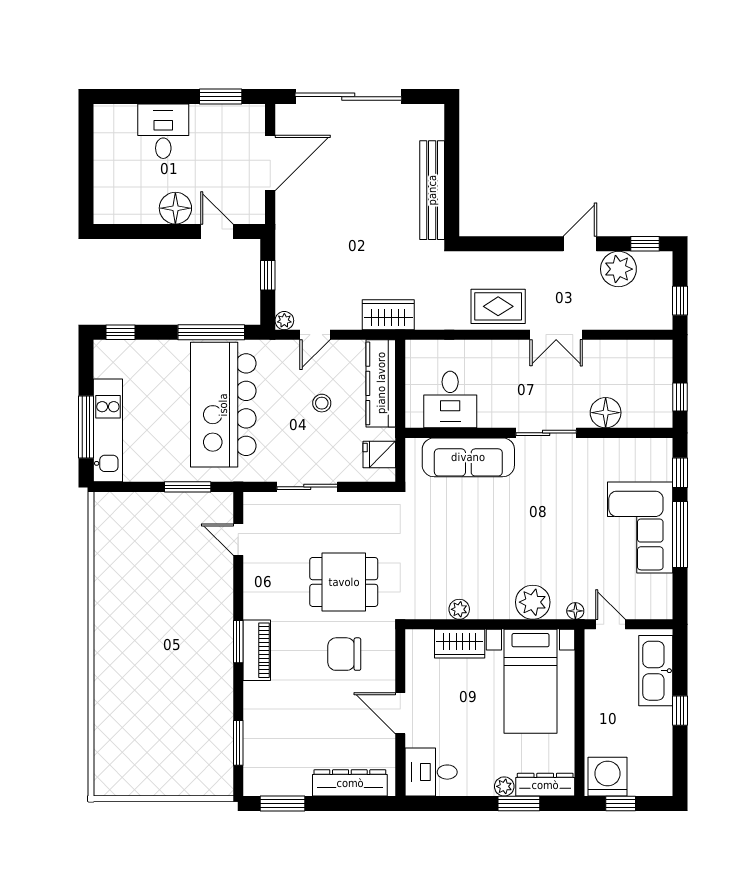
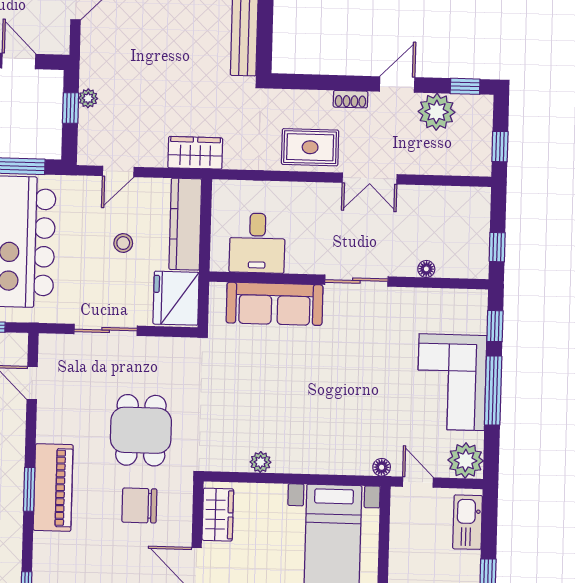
shoe rack: (536, 259) -> (351, 99), added
plant: (284, 321) -> (88, 98), moved
floor lamp: (606, 413) -> (426, 269), width x0.53, depth x0.53
fridge: (379, 454) -> (176, 298), width x1.88, depth x1.34
dining table: (344, 582) -> (141, 430), turned 90
plant: (533, 602) -> (466, 460), moved
wardrobe: (460, 644) -> (218, 515), moved, turned -90
piano: (257, 650) -> (53, 488), width x1.37, depth x1.33
kitchen sink: (656, 671) -> (468, 522), width x0.73, depth x0.81

